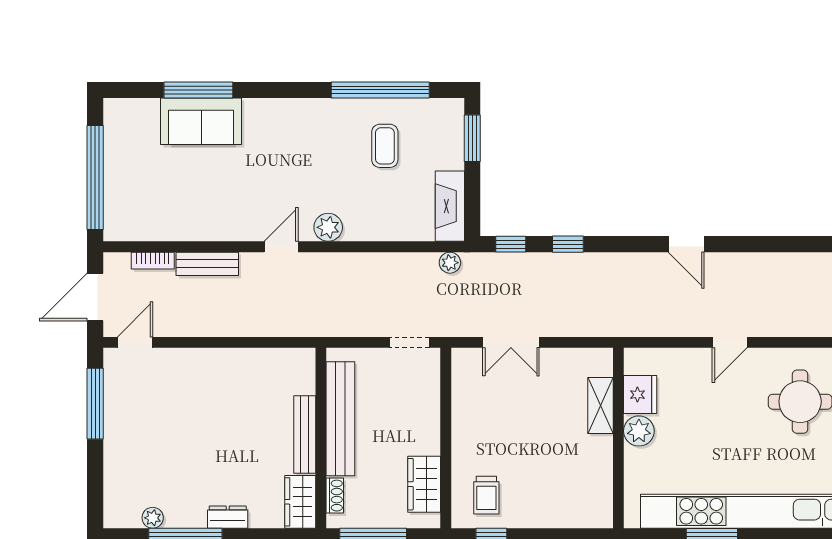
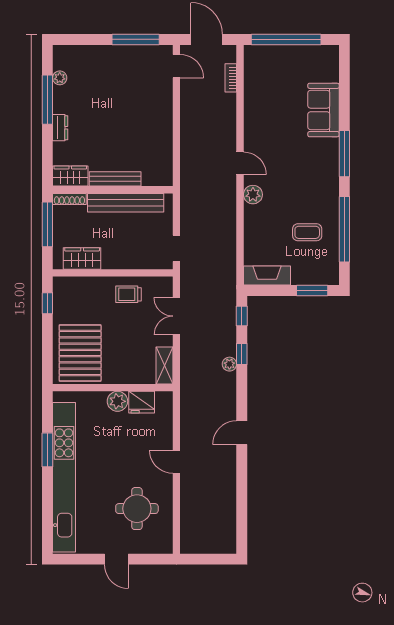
window: (198, 90) -> (344, 154), moved
plant: (450, 263) -> (229, 364), moved
bench: (207, 264) -> (229, 114), removed
shelving: (600, 405) -> (164, 365), moved, turned 90
pallet: (566, 487) -> (80, 353), added
trolley: (486, 495) -> (128, 294), moved
shoe rack: (335, 496) -> (69, 199), width x1.43

